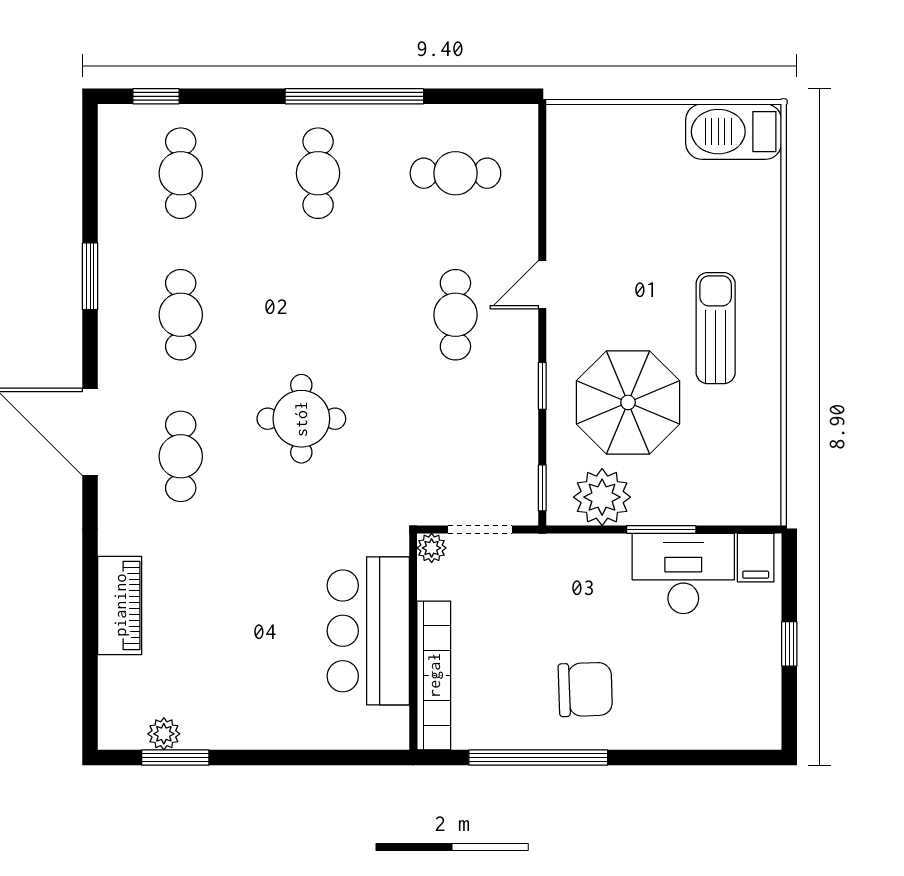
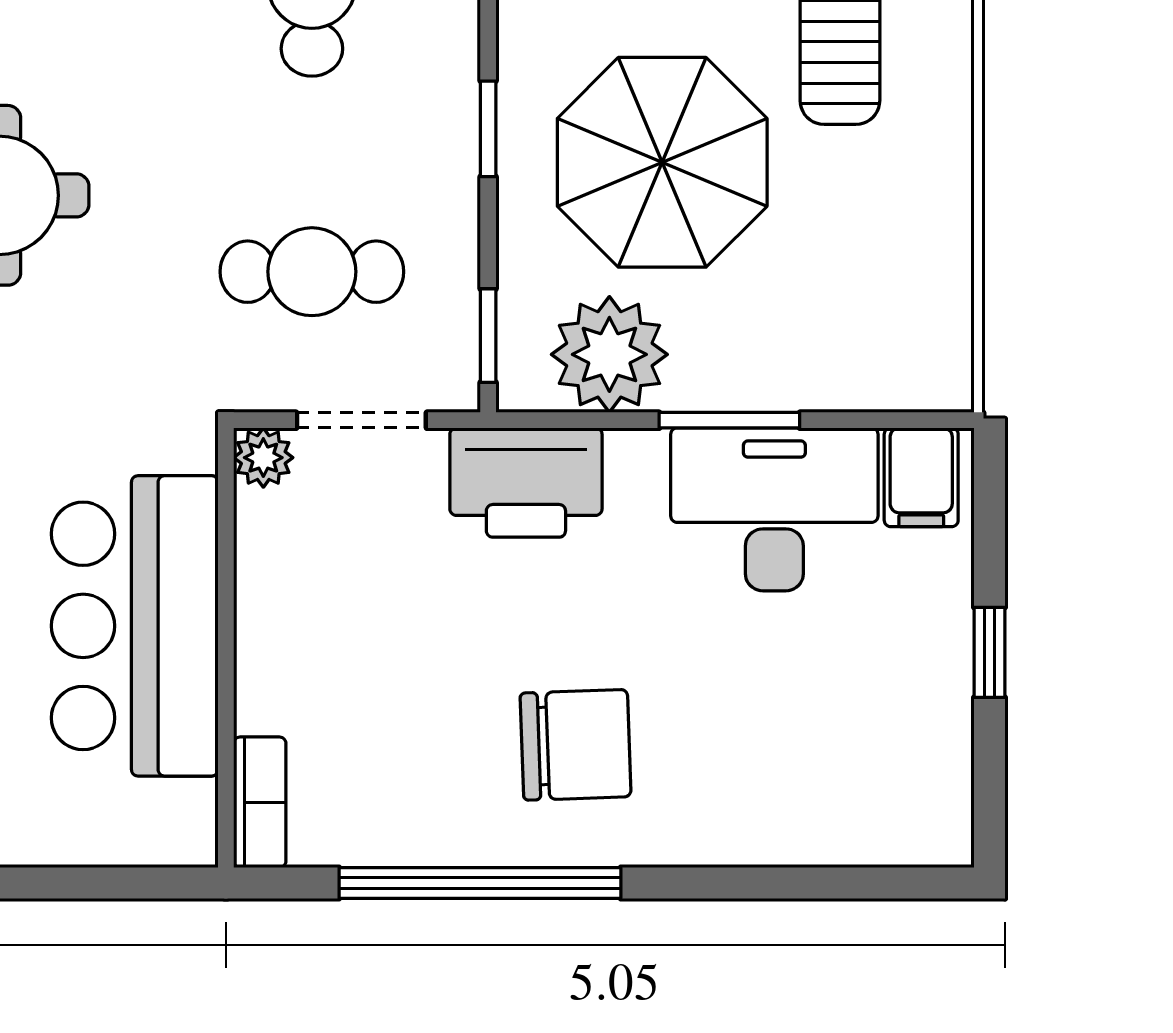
cafe table: (455, 456) -> (312, 272), added
printer: (561, 560) -> (526, 483), added
bookcase: (434, 675) -> (260, 802), width x0.43, depth x0.76

